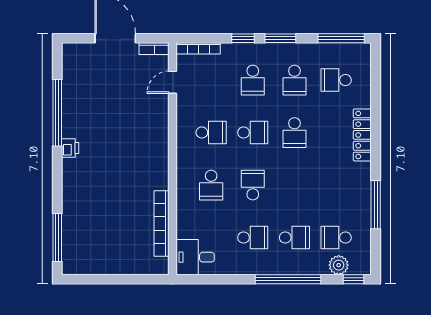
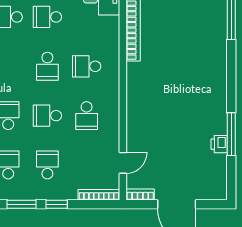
window: (57, 113) -> (231, 134), width x0.68
school desk: (211, 133) -> (87, 116), turned -90
printer: (70, 148) -> (219, 144), moved
school desk: (211, 185) -> (87, 66), turned -90

